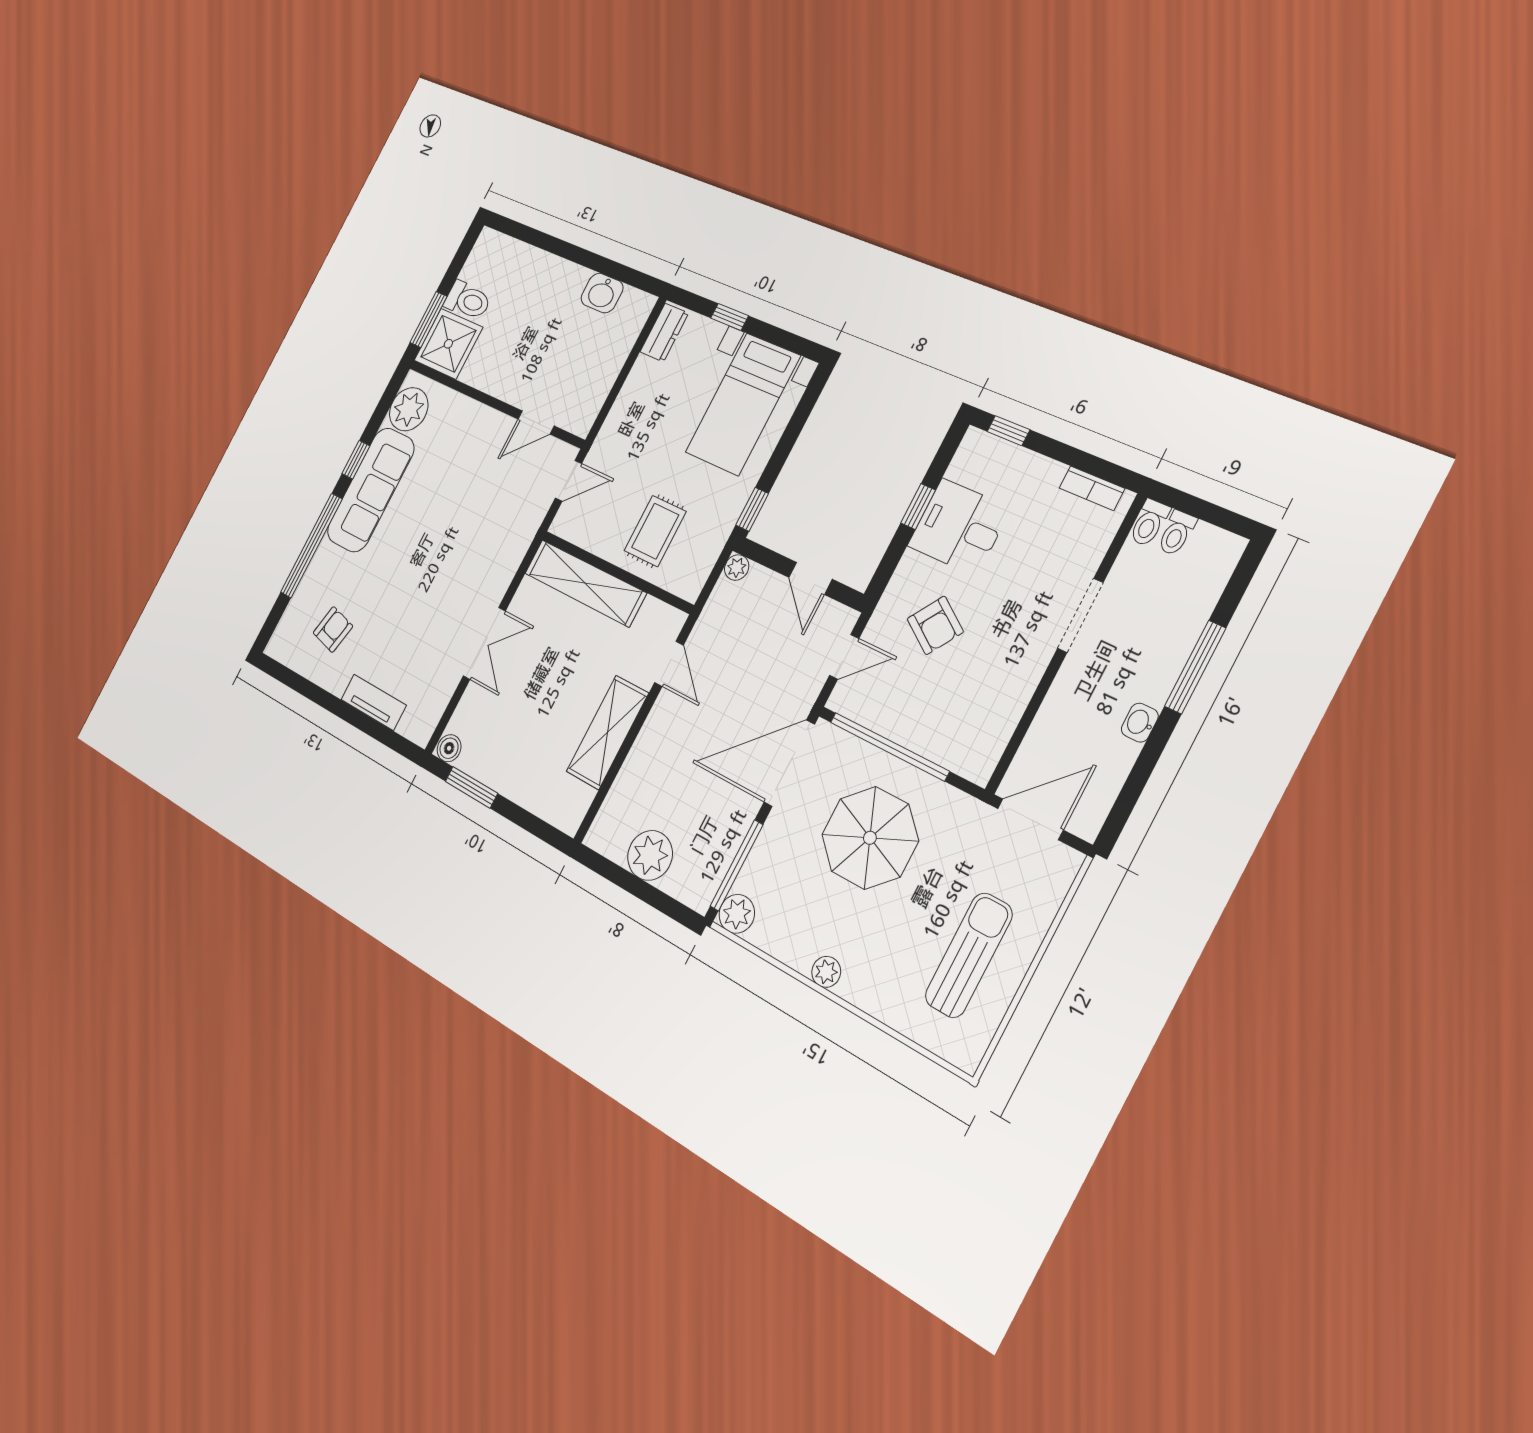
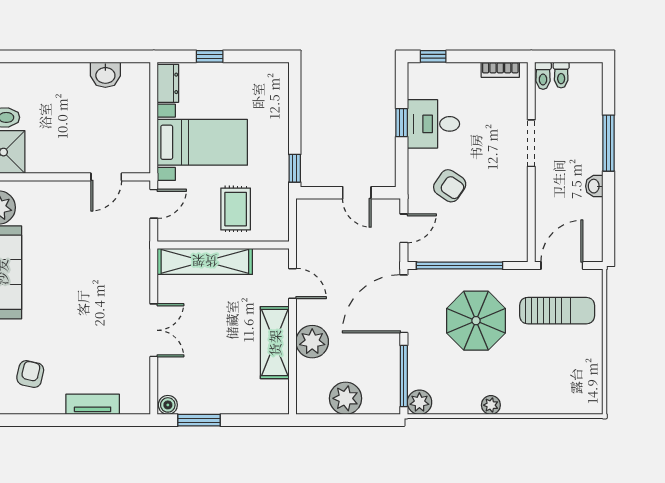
bed with nightstands: (743, 404) -> (202, 142), moved, turned -90
plant: (737, 568) -> (312, 342), moved, width x1.88, depth x1.88
sun lounger: (969, 955) -> (557, 311), moved, turned 90

